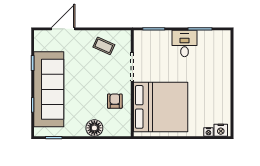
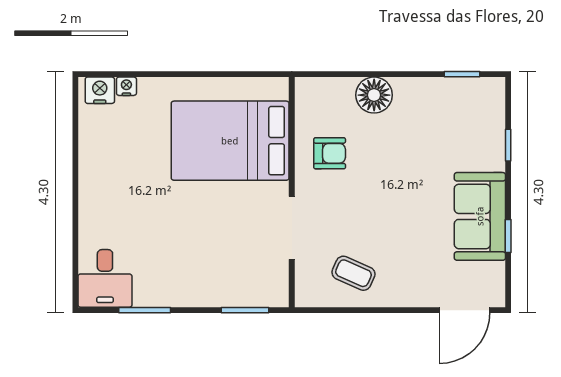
door: (63, 29) -> (464, 310), moved
desk: (185, 43) -> (105, 278), moved
sofa: (49, 89) -> (480, 216), width x0.54, depth x0.79
armchair: (115, 101) -> (330, 153), turned -90
bed: (161, 107) -> (230, 141), width x0.73

